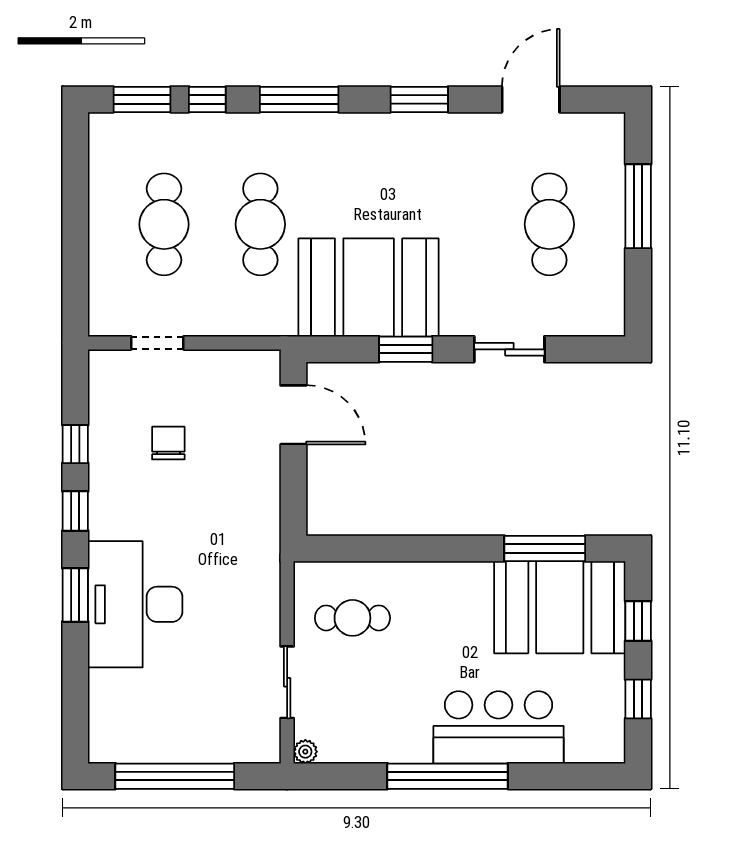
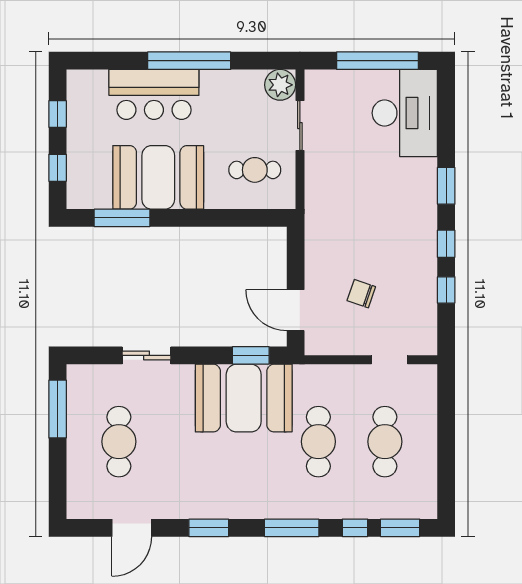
window: (638, 206) -> (58, 409), moved
window: (406, 349) -> (251, 355), moved
chair: (168, 443) -> (361, 294), moved, turned 109
desk: (135, 604) -> (405, 113), moved
booth: (560, 607) -> (158, 177), moved
plant: (305, 752) -> (280, 85), width x1.88, depth x1.88

